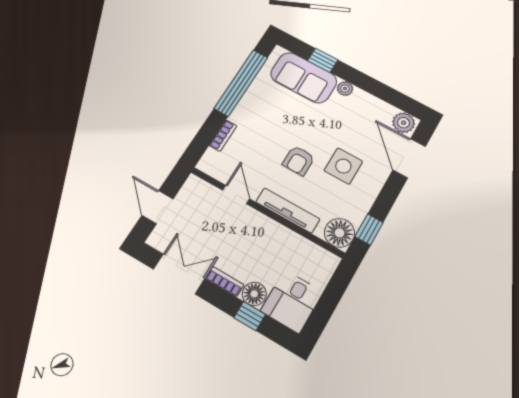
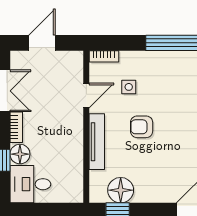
bookcase: (223, 136) -> (104, 56), moved
side table: (343, 166) -> (129, 87), moved, width x0.54, depth x0.54
floor lamp: (340, 233) -> (121, 190), moved

